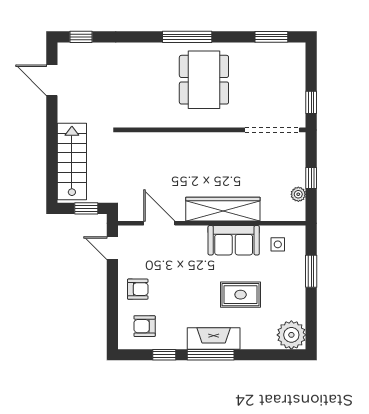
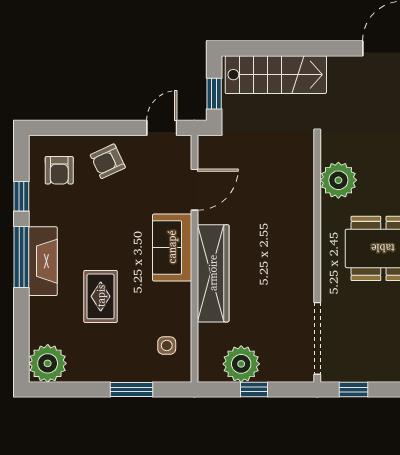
plant: (152, 114) -> (338, 180), added
plant: (298, 194) -> (241, 364), width x1.87, depth x1.87
sofa: (234, 240) -> (172, 247), moved
armchair: (138, 289) -> (108, 161), turned 65
armchair: (145, 326) -> (59, 170), turned 180

